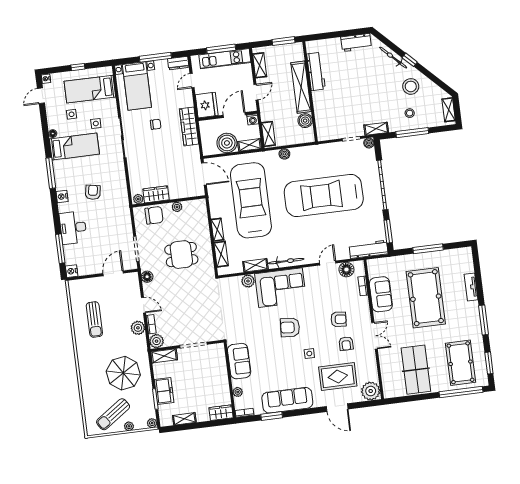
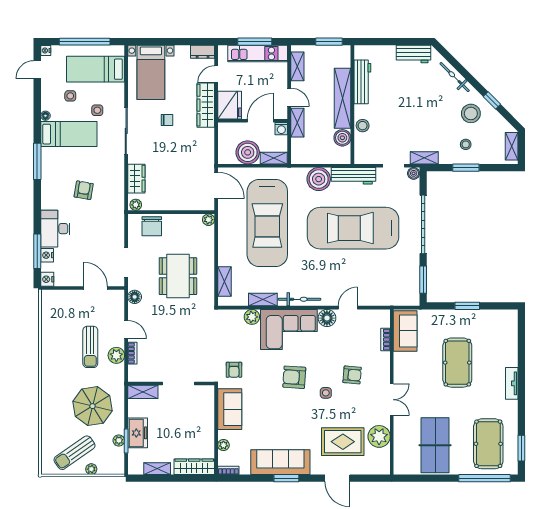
window: (155, 57) -> (177, 42), removed
window: (410, 60) -> (492, 100), moved
window: (78, 67) -> (85, 42), width x3.17
door: (256, 92) -> (289, 97), hinge flipped
stool: (321, 108) -> (363, 126), added
wardrobe: (189, 126) -> (206, 105), moved
window: (412, 133) -> (466, 168), width x0.69
shelving: (268, 134) -> (297, 123), moved
boiler: (284, 154) -> (319, 179), width x1.86, depth x1.86
wardrobe: (156, 194) -> (136, 179), moved, turned 90
nightstand: (62, 196) -> (47, 255), moved
car: (251, 200) -> (267, 223), turned 180
plant: (177, 207) -> (209, 220), moved
chair: (154, 215) -> (152, 226), turned 90
shelving: (217, 230) -> (224, 252), removed
workbench: (368, 249) -> (354, 176), moved, turned 180
window: (428, 249) -> (467, 306), width x0.69
dining table: (181, 255) -> (178, 276), width x1.38
floor lamp: (346, 270) -> (327, 318), moved
door: (113, 273) -> (95, 288), hinge flipped
tv unit: (471, 287) -> (512, 383), moved
sofa: (381, 294) -> (405, 331), moved
pool table: (426, 298) -> (457, 363), width x0.73, depth x0.76
sun lounger: (94, 319) -> (90, 347), moved
window: (484, 320) -> (521, 397), removed
plant: (157, 341) -> (136, 374), removed
armchair: (346, 344) -> (234, 370), moved
side table: (309, 354) -> (326, 393), moved
plant: (371, 391) -> (379, 436), moved
wardrobe: (221, 413) -> (194, 467), width x1.50
window: (272, 416) -> (286, 478), moved
plant: (152, 423) -> (119, 440), moved

